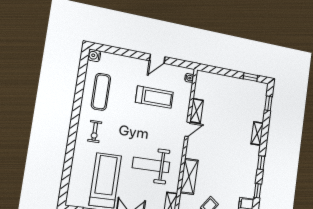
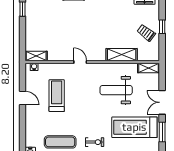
shelving: (197, 111) -> (36, 56), moved
weight bench: (151, 165) -> (116, 90), turned 90

